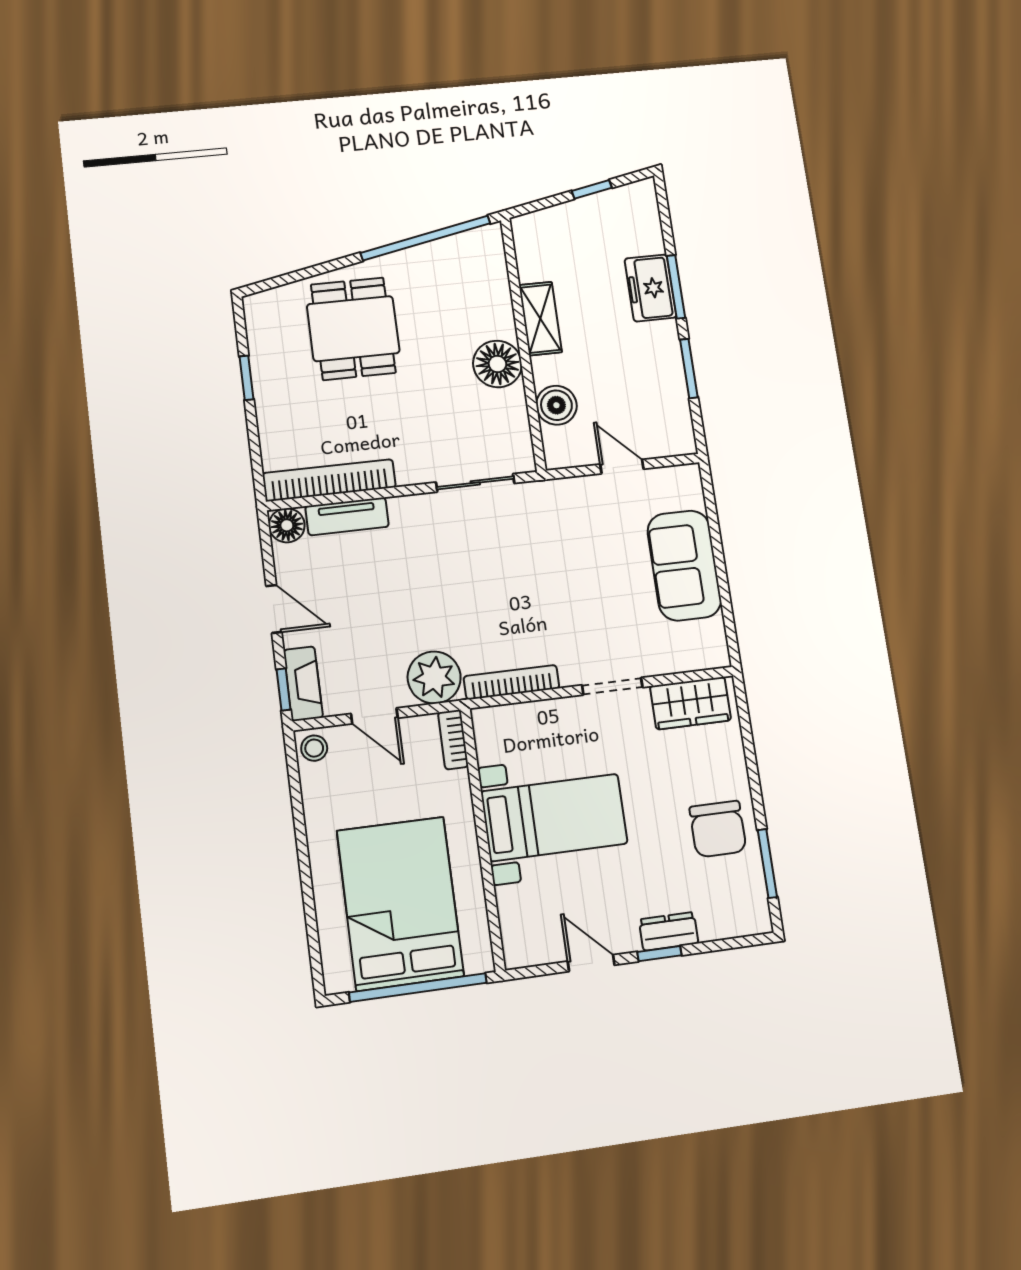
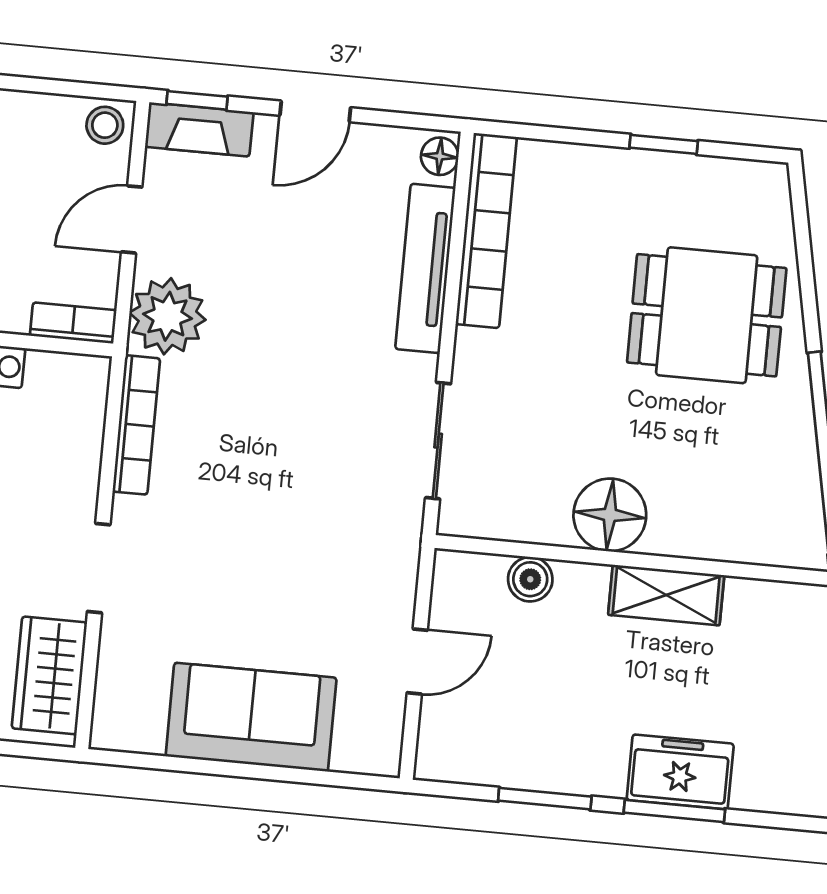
boiler: (556, 405) -> (530, 579), width x0.73, depth x0.73
tv unit: (347, 516) -> (425, 268), width x1.41
floor lamp: (287, 525) -> (440, 156), width x0.73, depth x0.73

